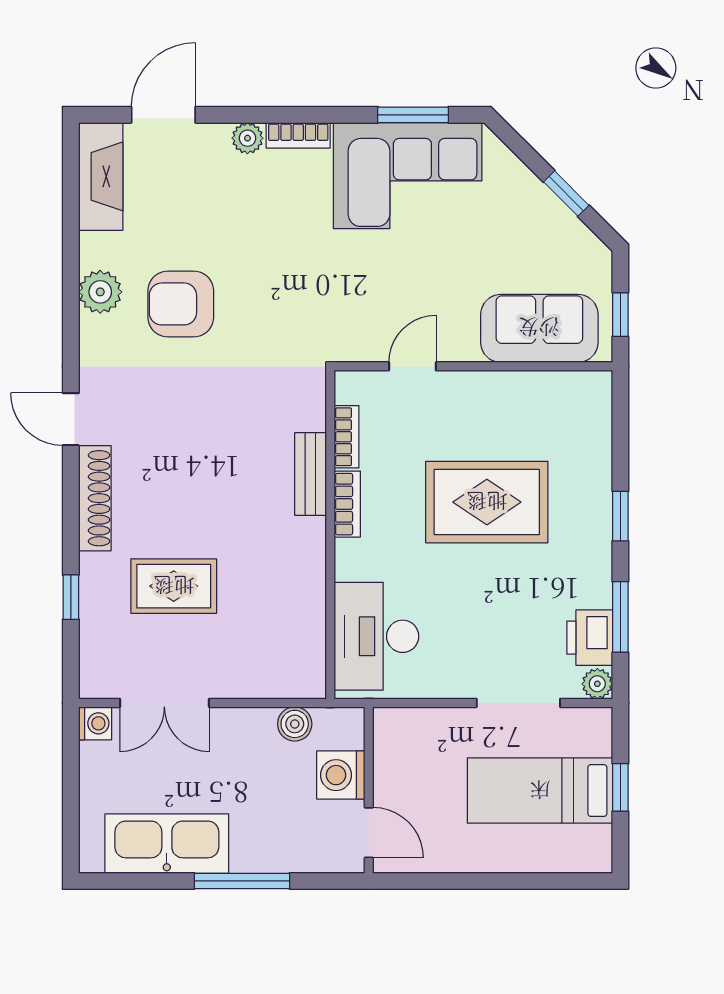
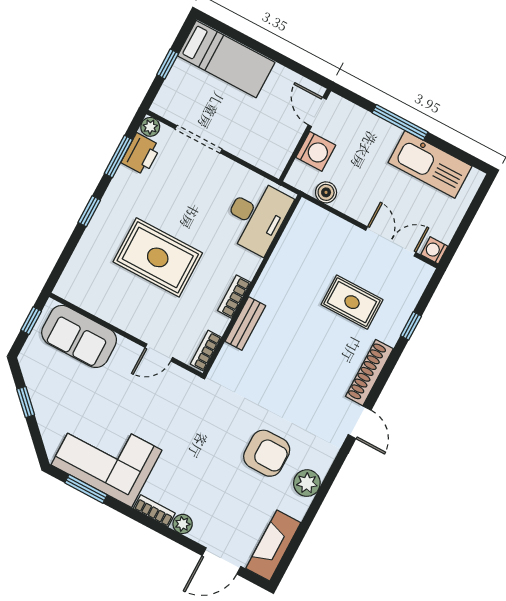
bookcase: (346, 437) -> (206, 351), moved
bed: (540, 791) -> (226, 59), moved

